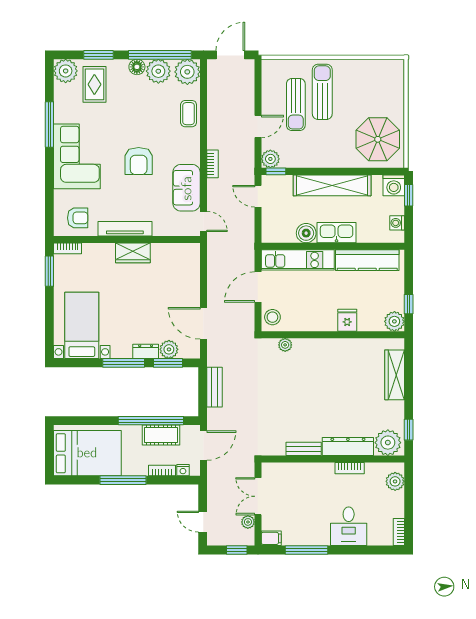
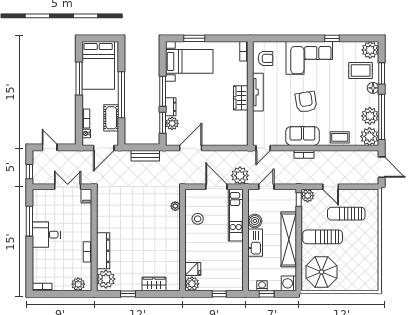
floor lamp: (137, 67) -> (373, 88), moved
sun lounger: (322, 92) -> (323, 237), moved, turned 180
window: (49, 124) -> (332, 38), width x0.46
armchair: (139, 161) -> (306, 102), turned 81
sofa: (187, 188) -> (302, 136), moved
window: (409, 195) -> (267, 294), moved
door: (258, 196) -> (266, 187), moved
armchair: (78, 218) -> (266, 58), turned -90
kitchen counter: (367, 260) -> (236, 264), removed
window: (49, 271) -> (194, 38), moved
window: (409, 304) -> (219, 294), moved
stool: (272, 317) -> (198, 219), moved
fridge: (347, 320) -> (193, 269), moved
wardrobe: (395, 375) -> (154, 284), width x0.67
window: (151, 421) -> (121, 95), moved
window: (409, 430) -> (128, 294), moved
door: (203, 446) -> (104, 148), hinge flipped
bench: (304, 449) -> (101, 219), removed
window: (123, 480) -> (79, 79), moved
door: (203, 522) -> (50, 147), hinge flipped
plant: (248, 522) -> (240, 176), moved, width x1.87, depth x1.87
desk: (349, 526) -> (46, 235), moved
filing cabinet: (271, 538) -> (86, 196), moved

